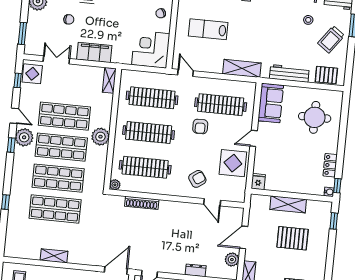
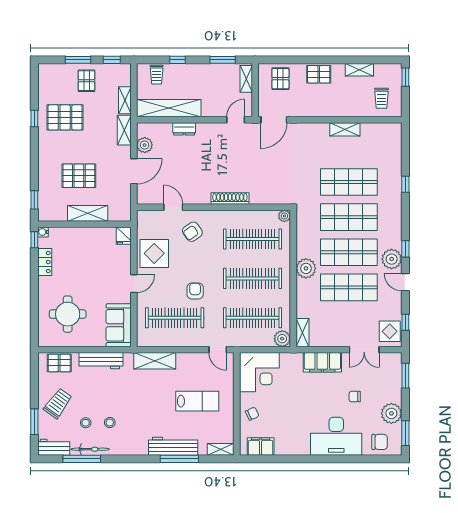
stool: (287, 18) -> (110, 423), added
plant: (128, 77) -> (282, 339), added
shoe rack: (142, 203) -> (230, 199), moved

